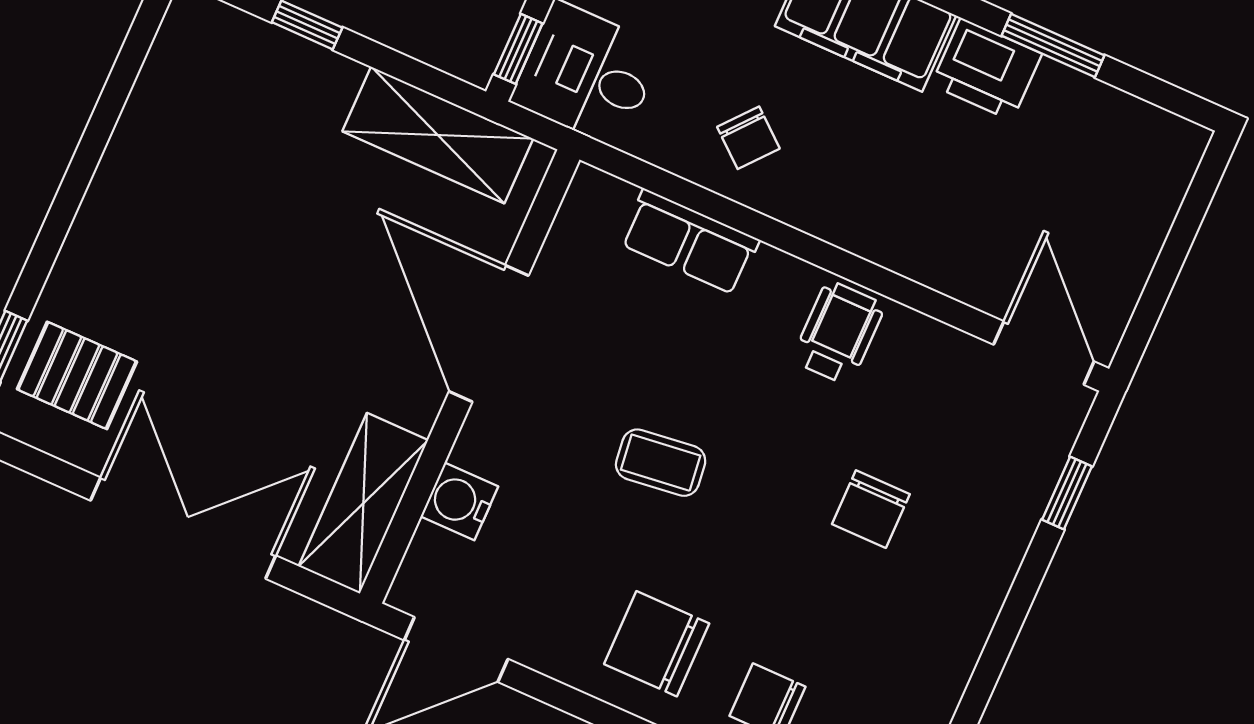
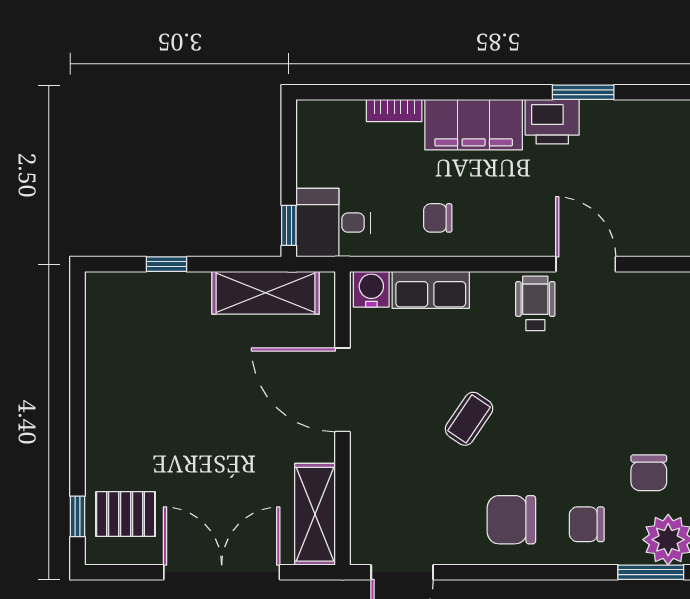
chair: (748, 138) -> (438, 218), turned 140
door: (1044, 353) -> (586, 264), moved
coffee table: (661, 463) -> (469, 419), turned -49
water cooler: (459, 501) -> (371, 289), moved, turned 90
chair: (871, 509) -> (649, 473), moved

